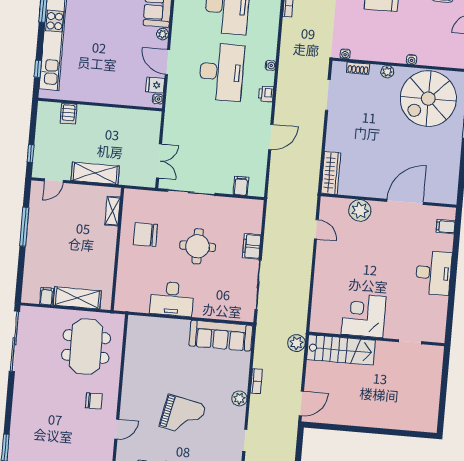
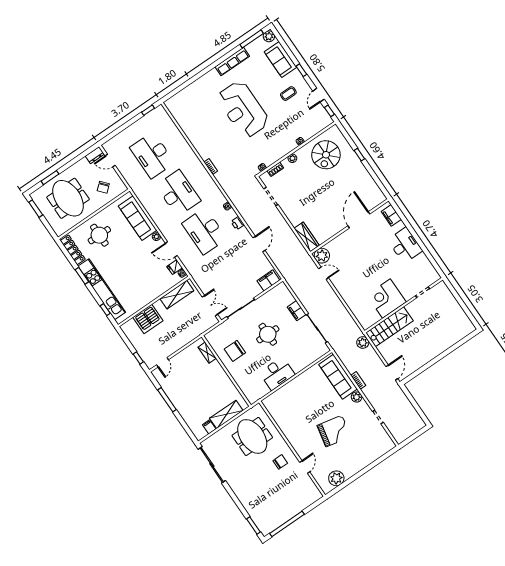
desk: (222, 72) -> (204, 231), turned 180
spiral stairs: (428, 99) -> (326, 155), width x0.73, depth x0.73
server rack: (69, 114) -> (148, 319), width x2.18, depth x1.44
shelving: (95, 173) -> (177, 295), moved
filing cabinet: (241, 186) -> (268, 280), width x2.00
plant: (360, 210) -> (322, 256), moved
filing cabinet: (446, 227) -> (391, 215), width x2.00
sofa: (221, 336) -> (338, 377), moved, turned 90

